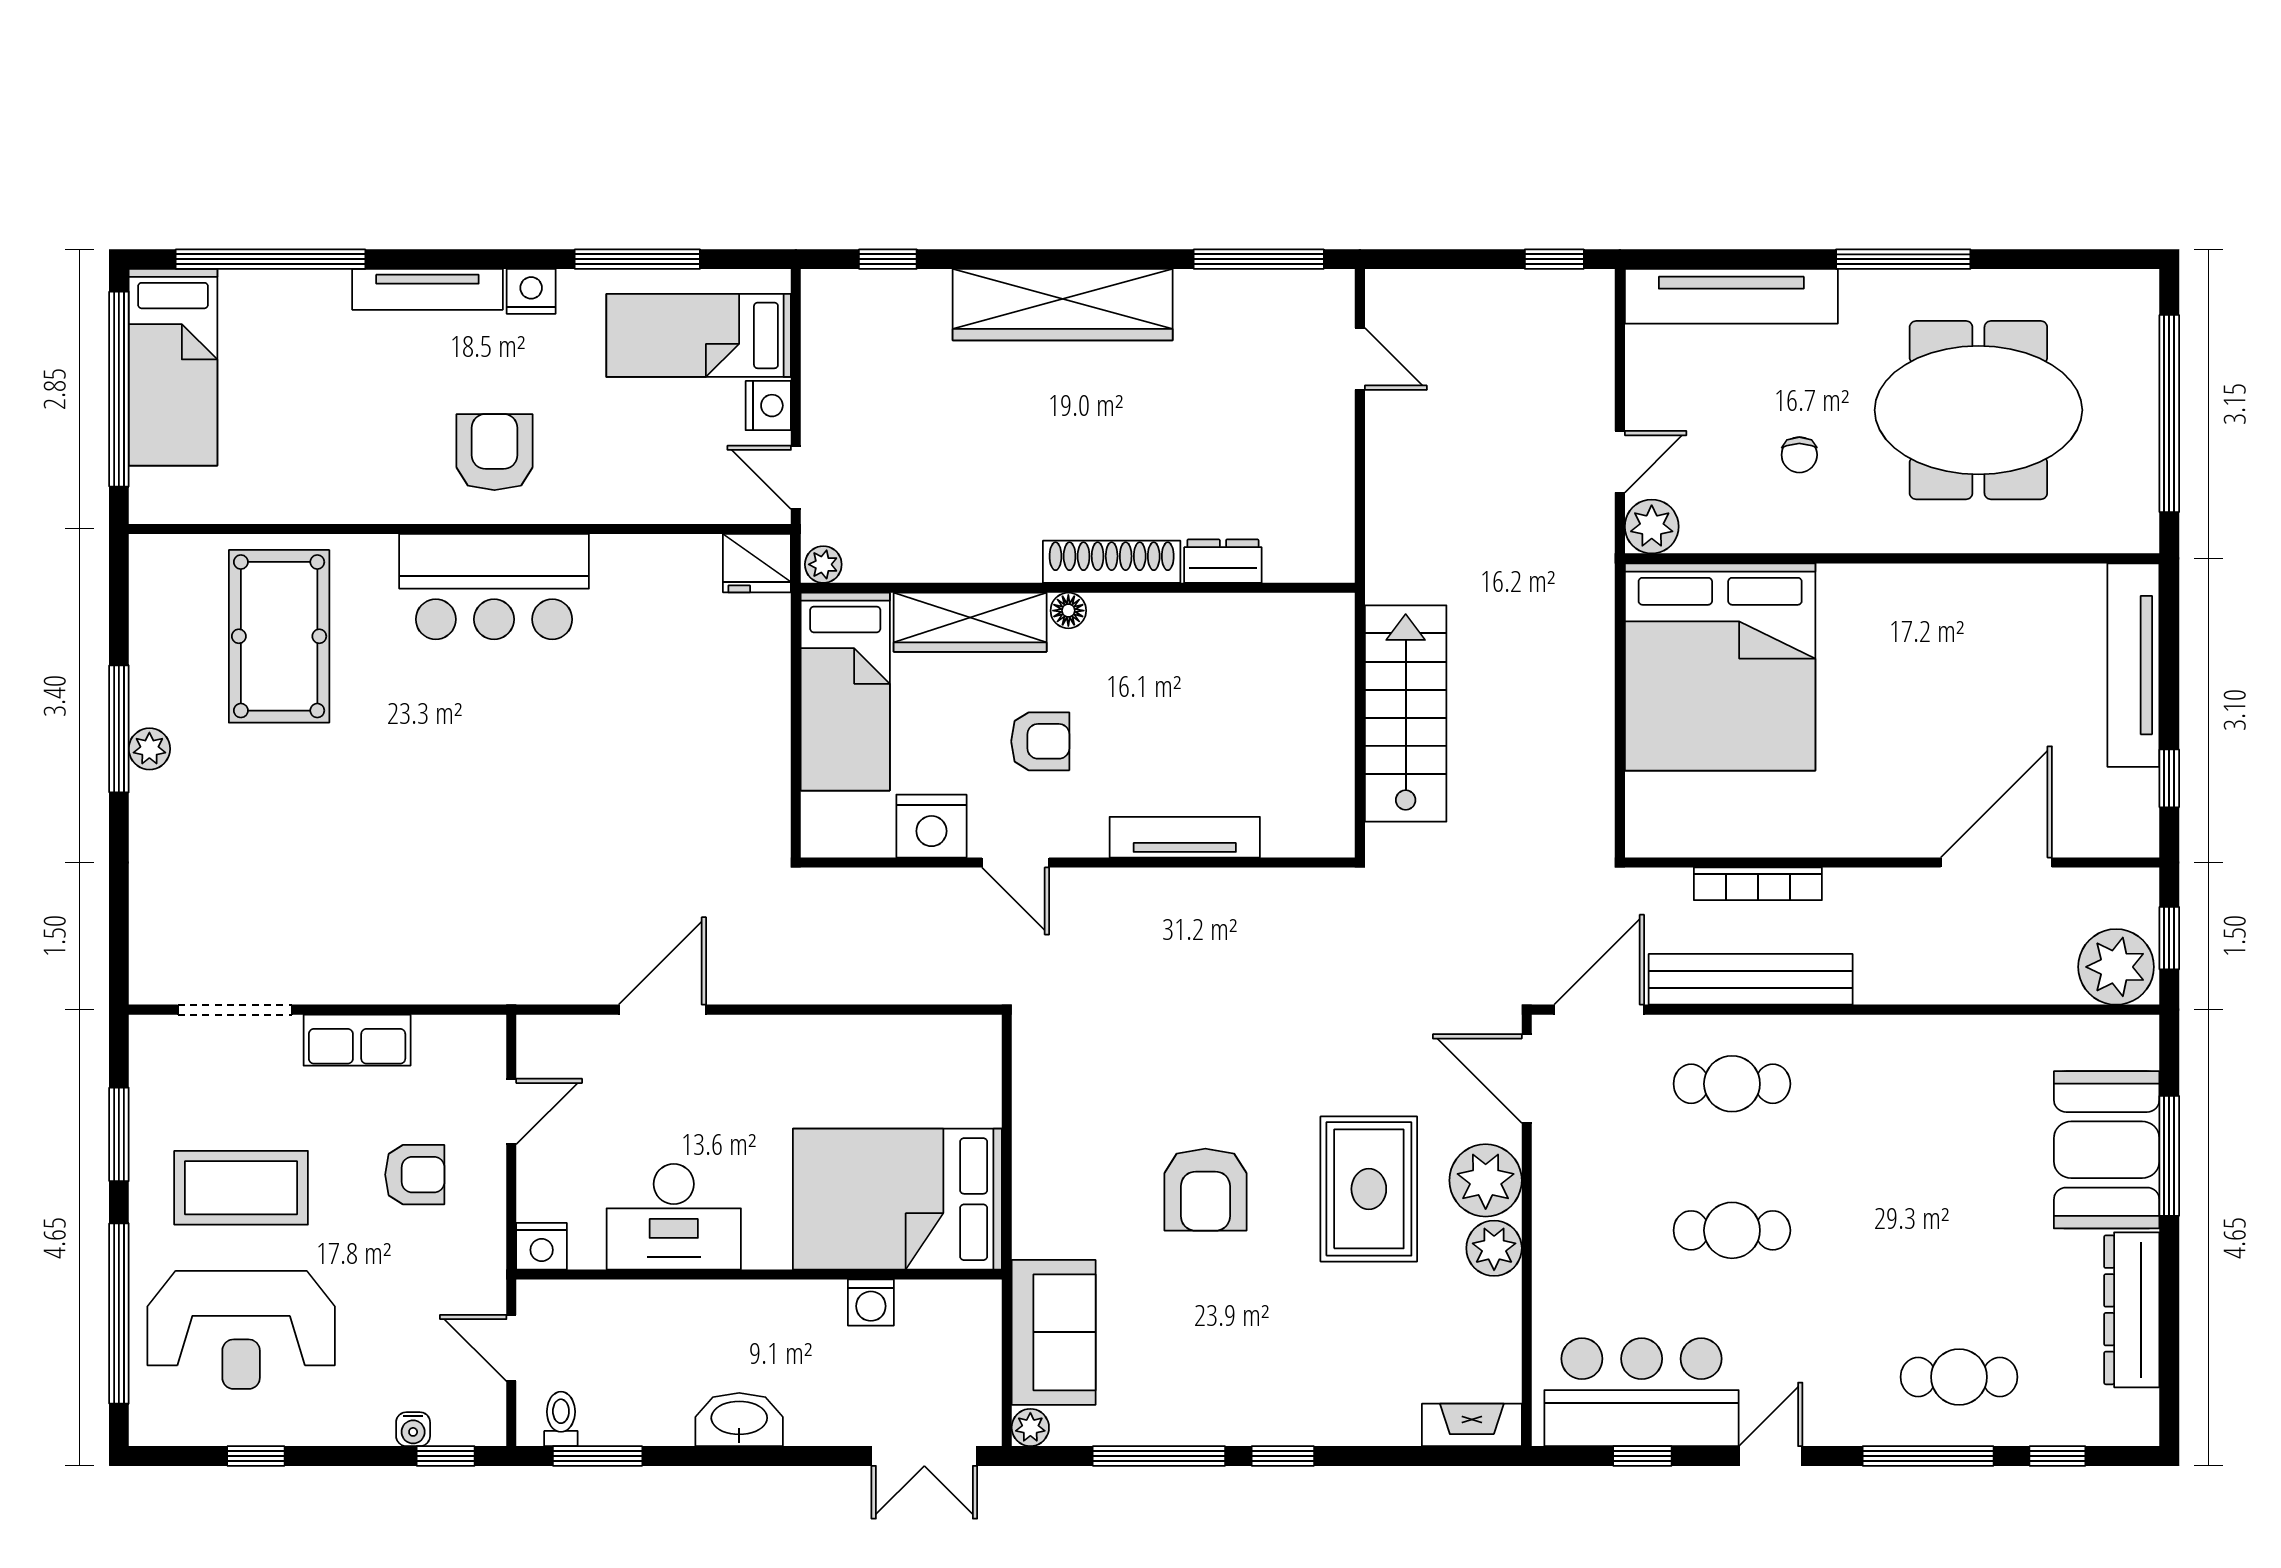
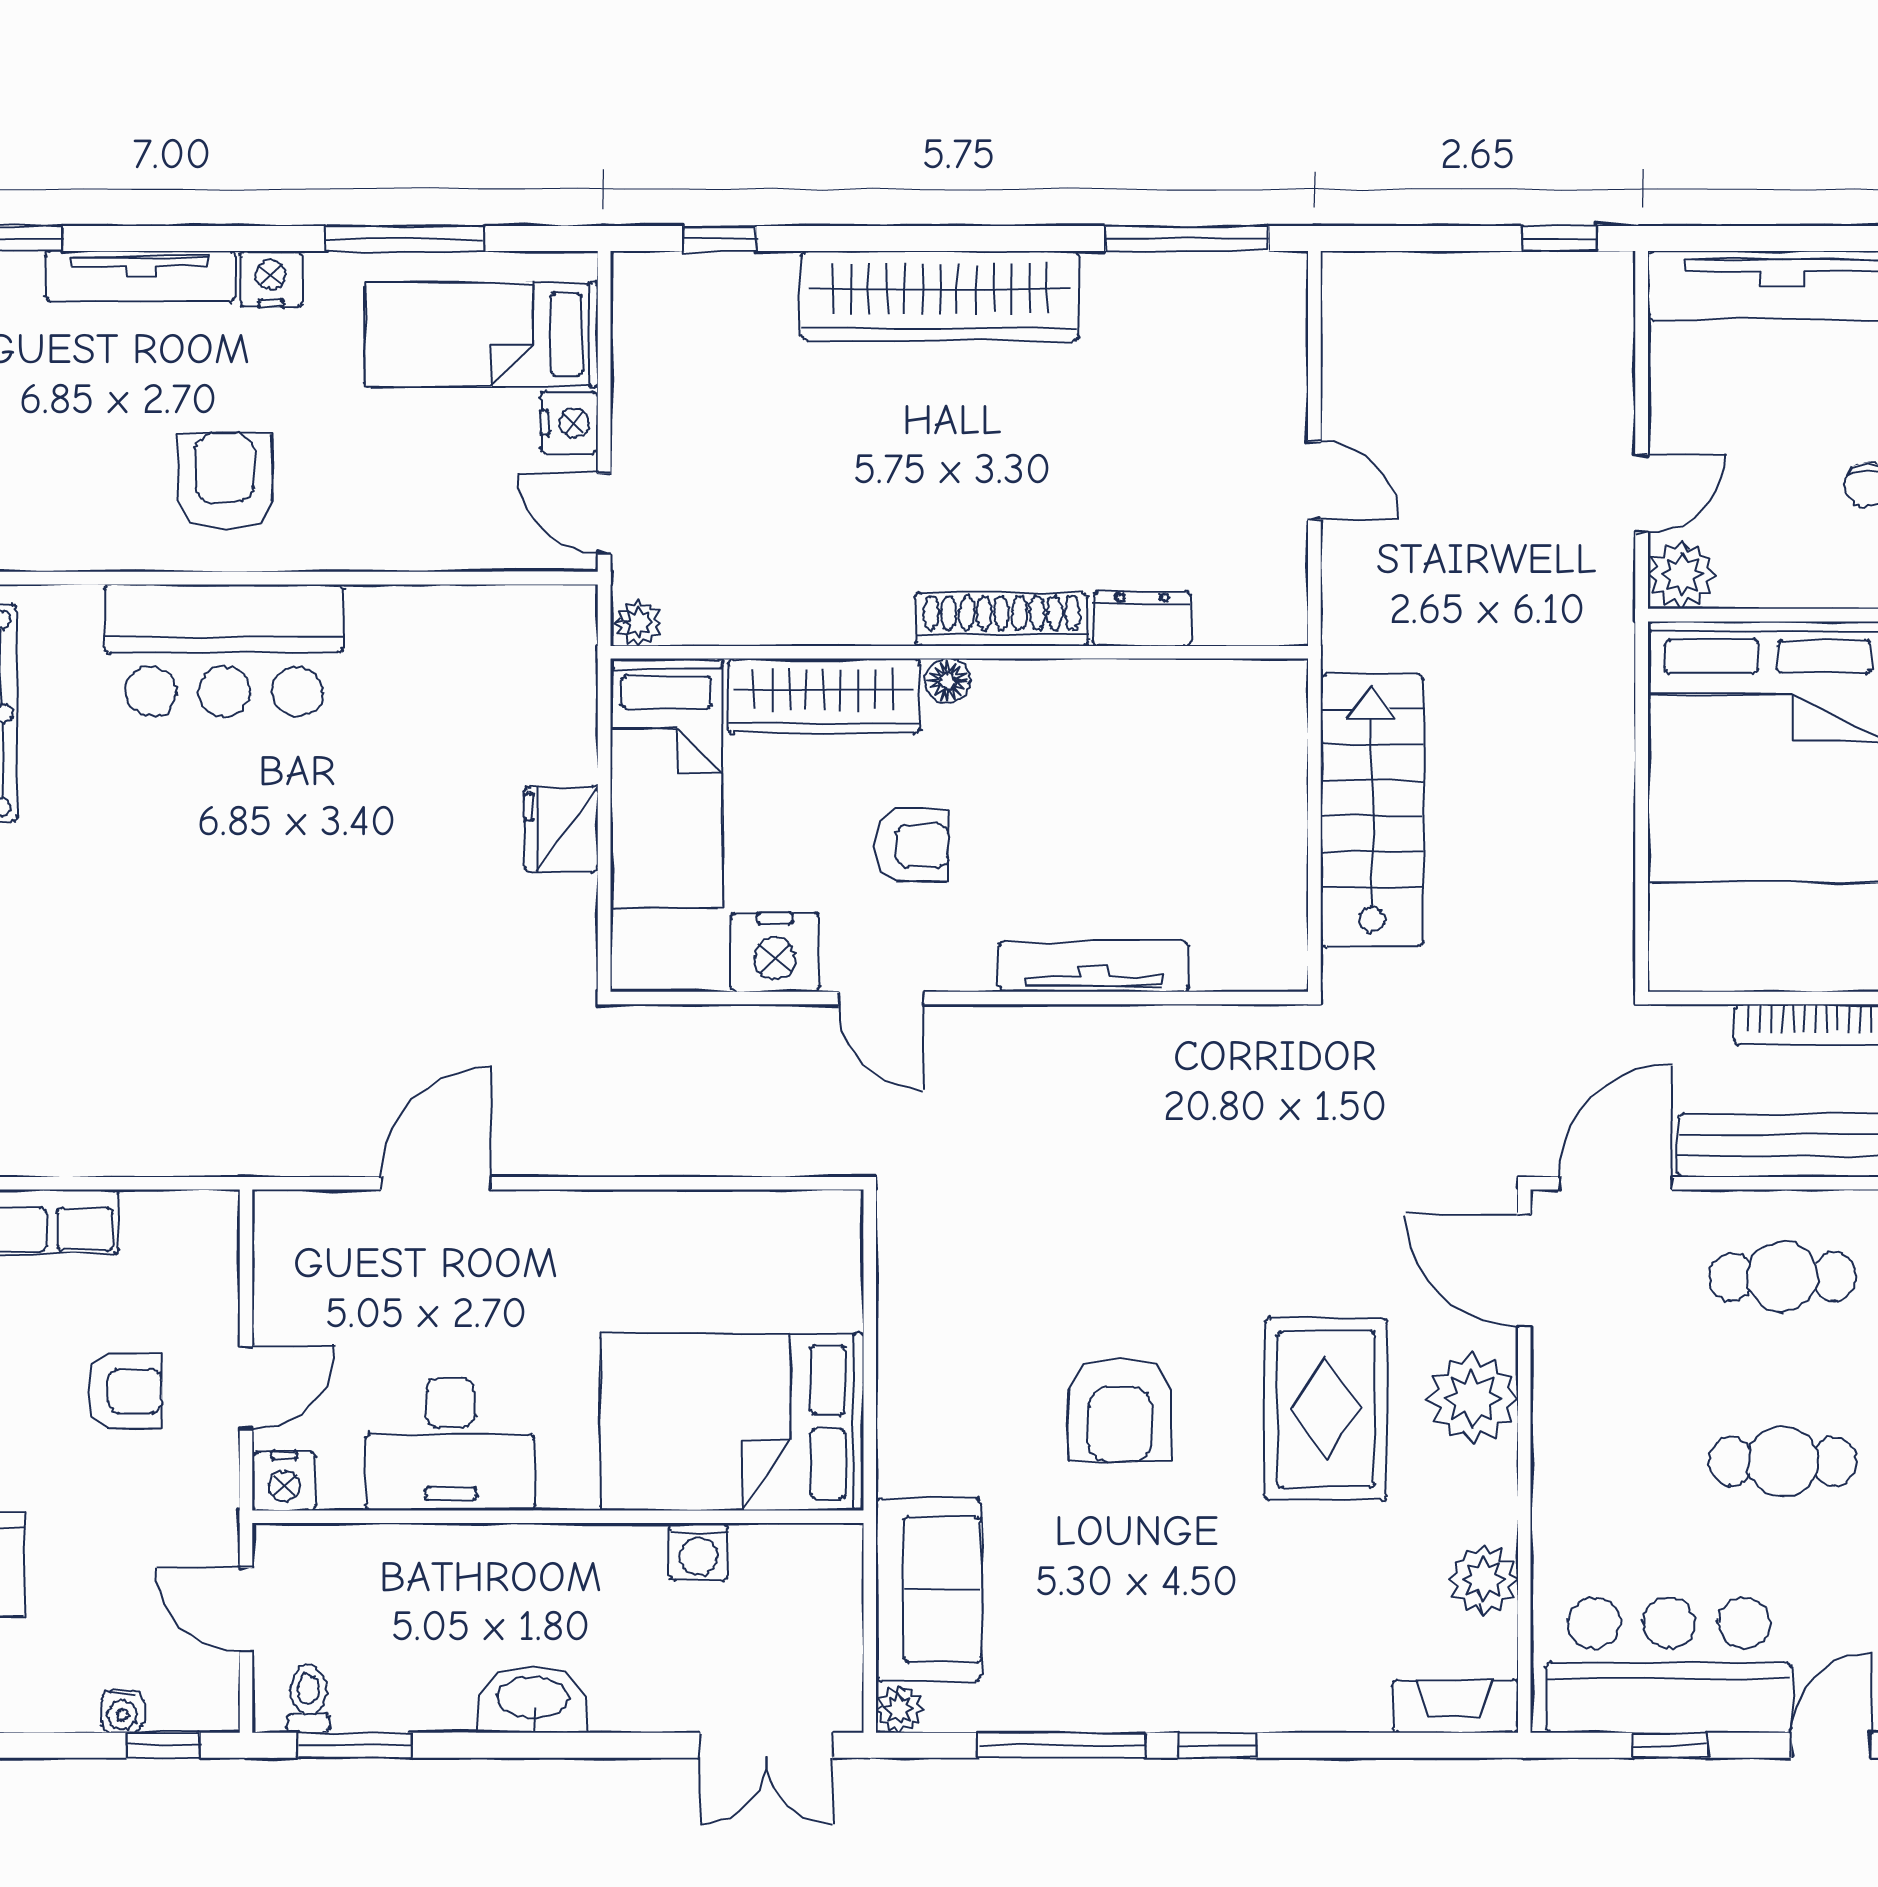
door: (1360, 359) -> (1314, 481), moved
fridge: (757, 563) -> (561, 829), moved, turned 90
door: (511, 1112) -> (246, 1388), moved
plant: (1494, 1248) -> (1483, 1580), moved

